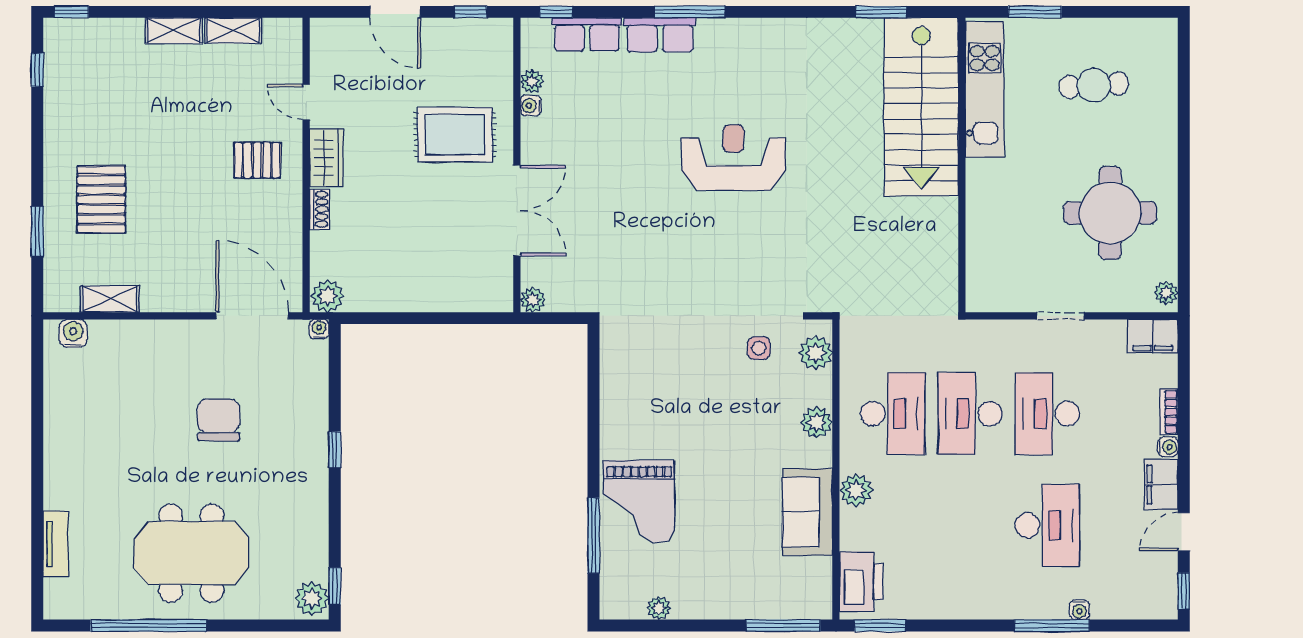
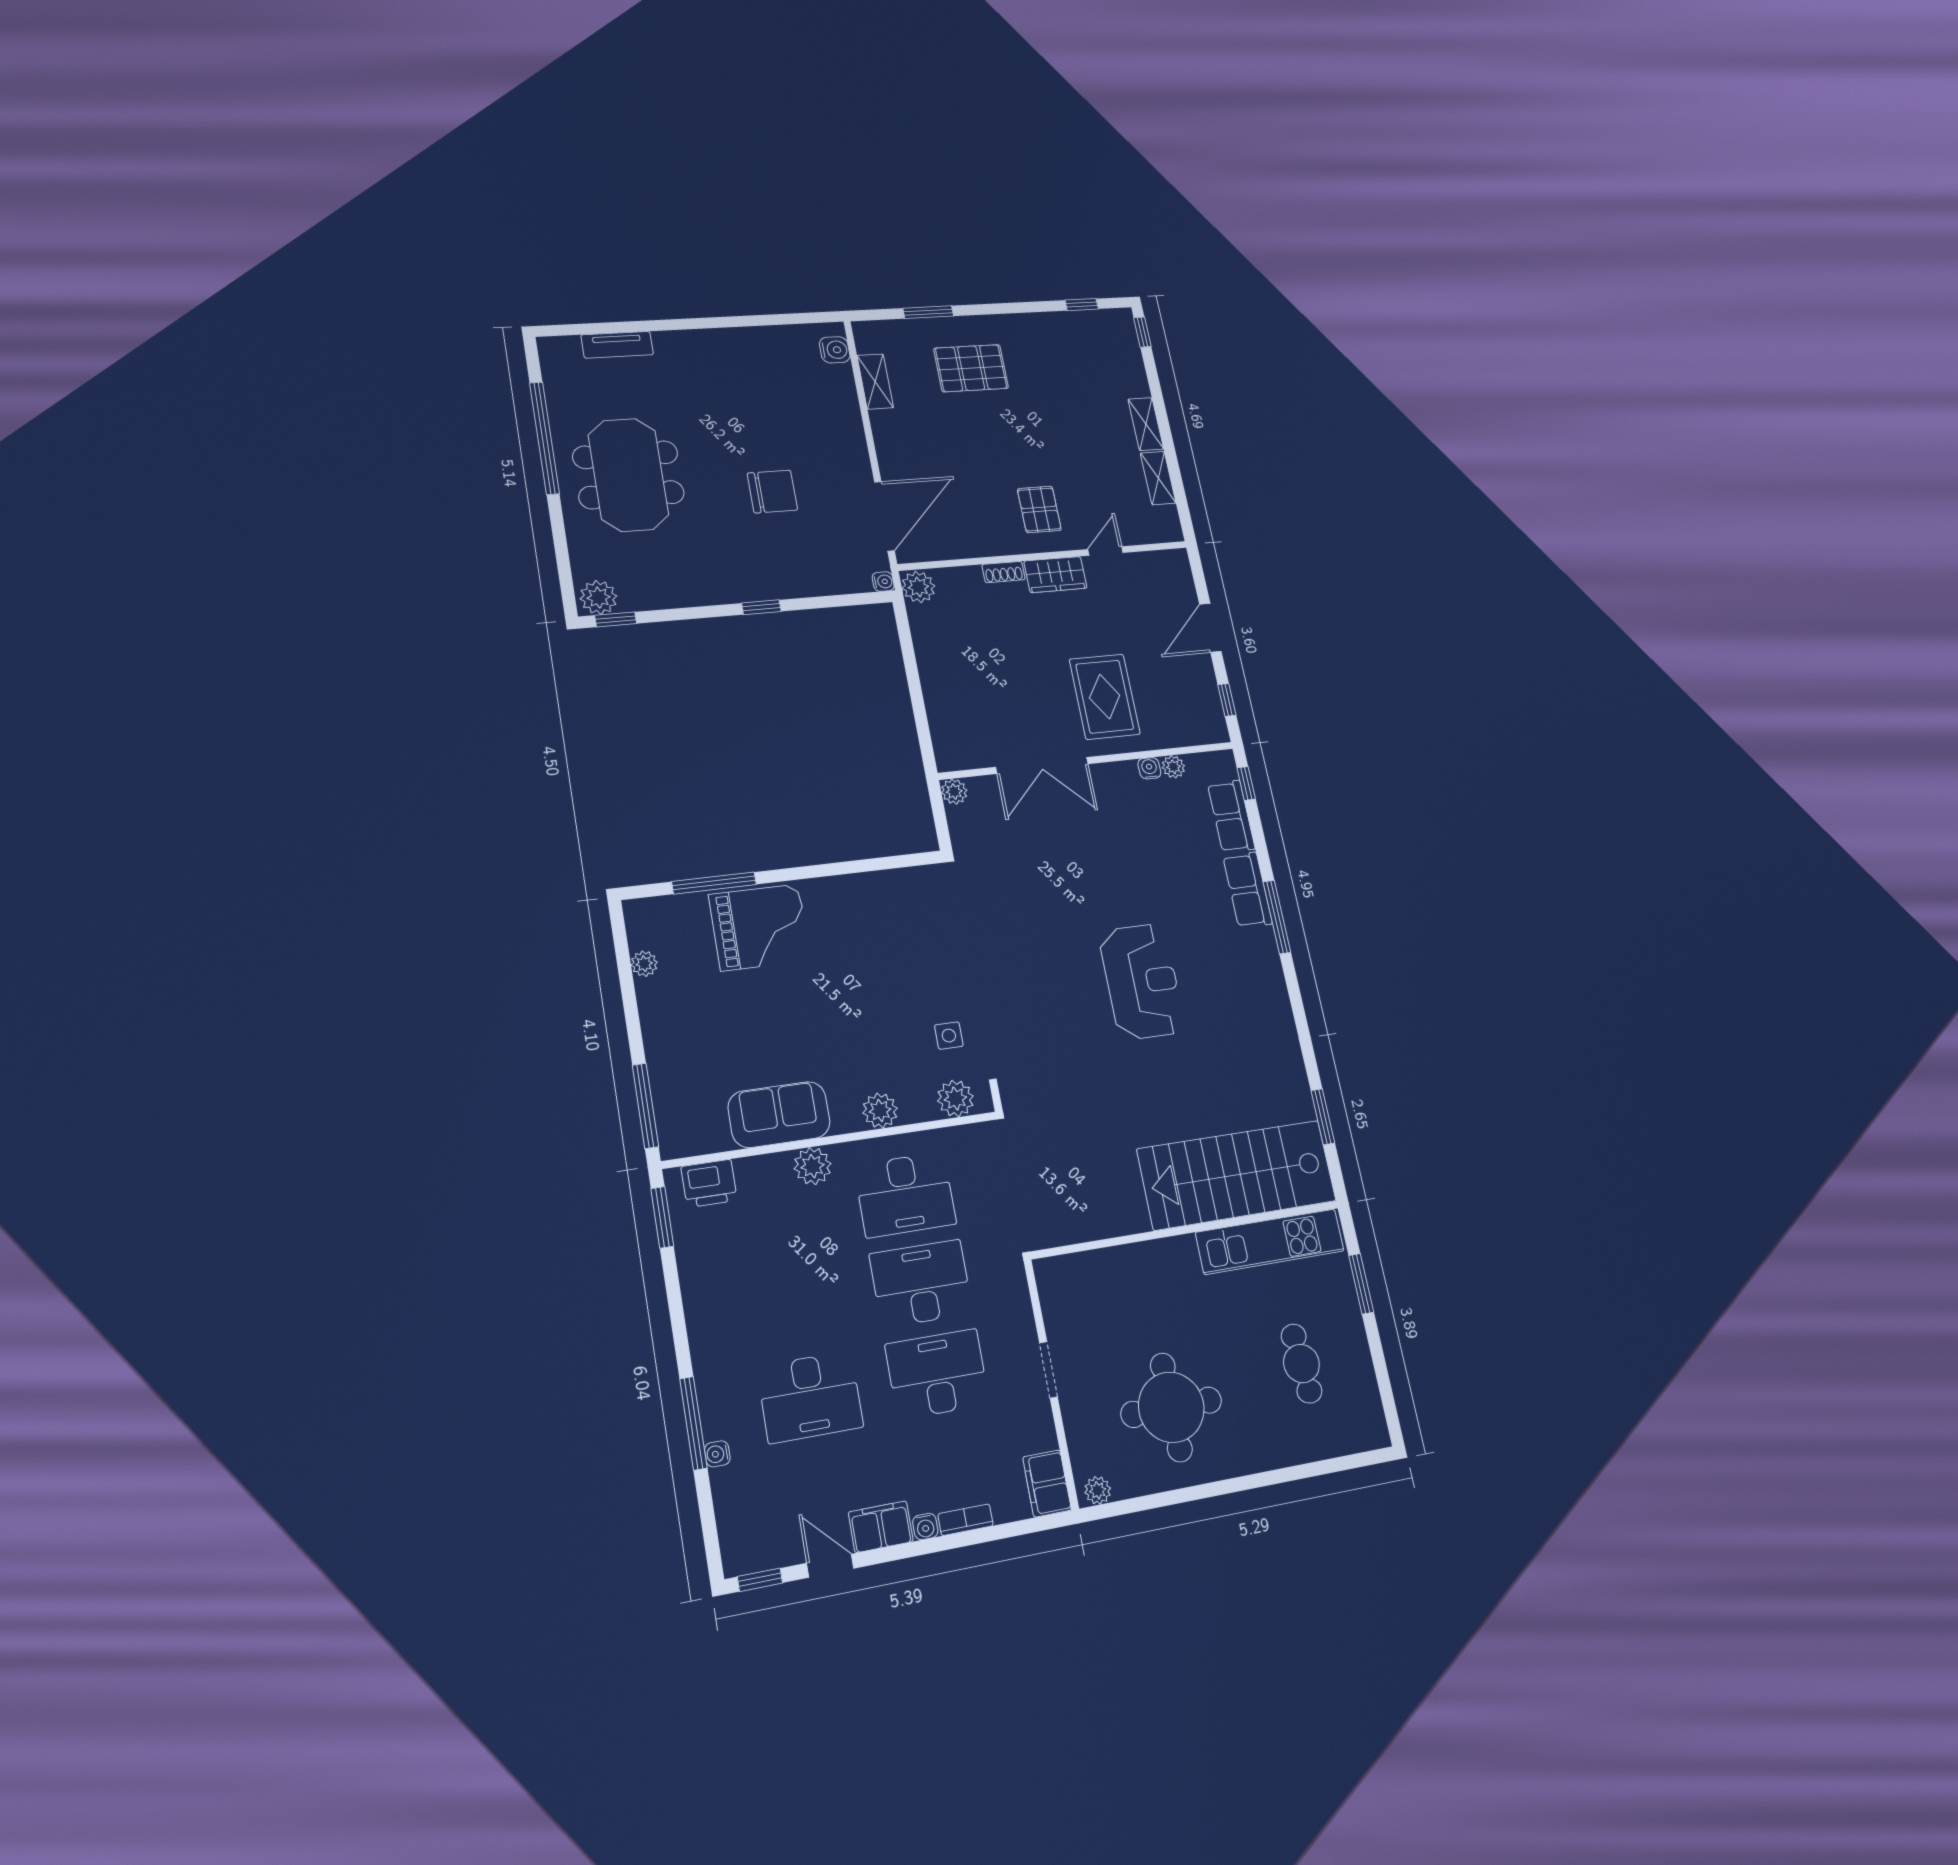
grand piano: (639, 501) -> (760, 927), turned 180
printer: (861, 582) -> (709, 1183), width x0.73, depth x0.84

